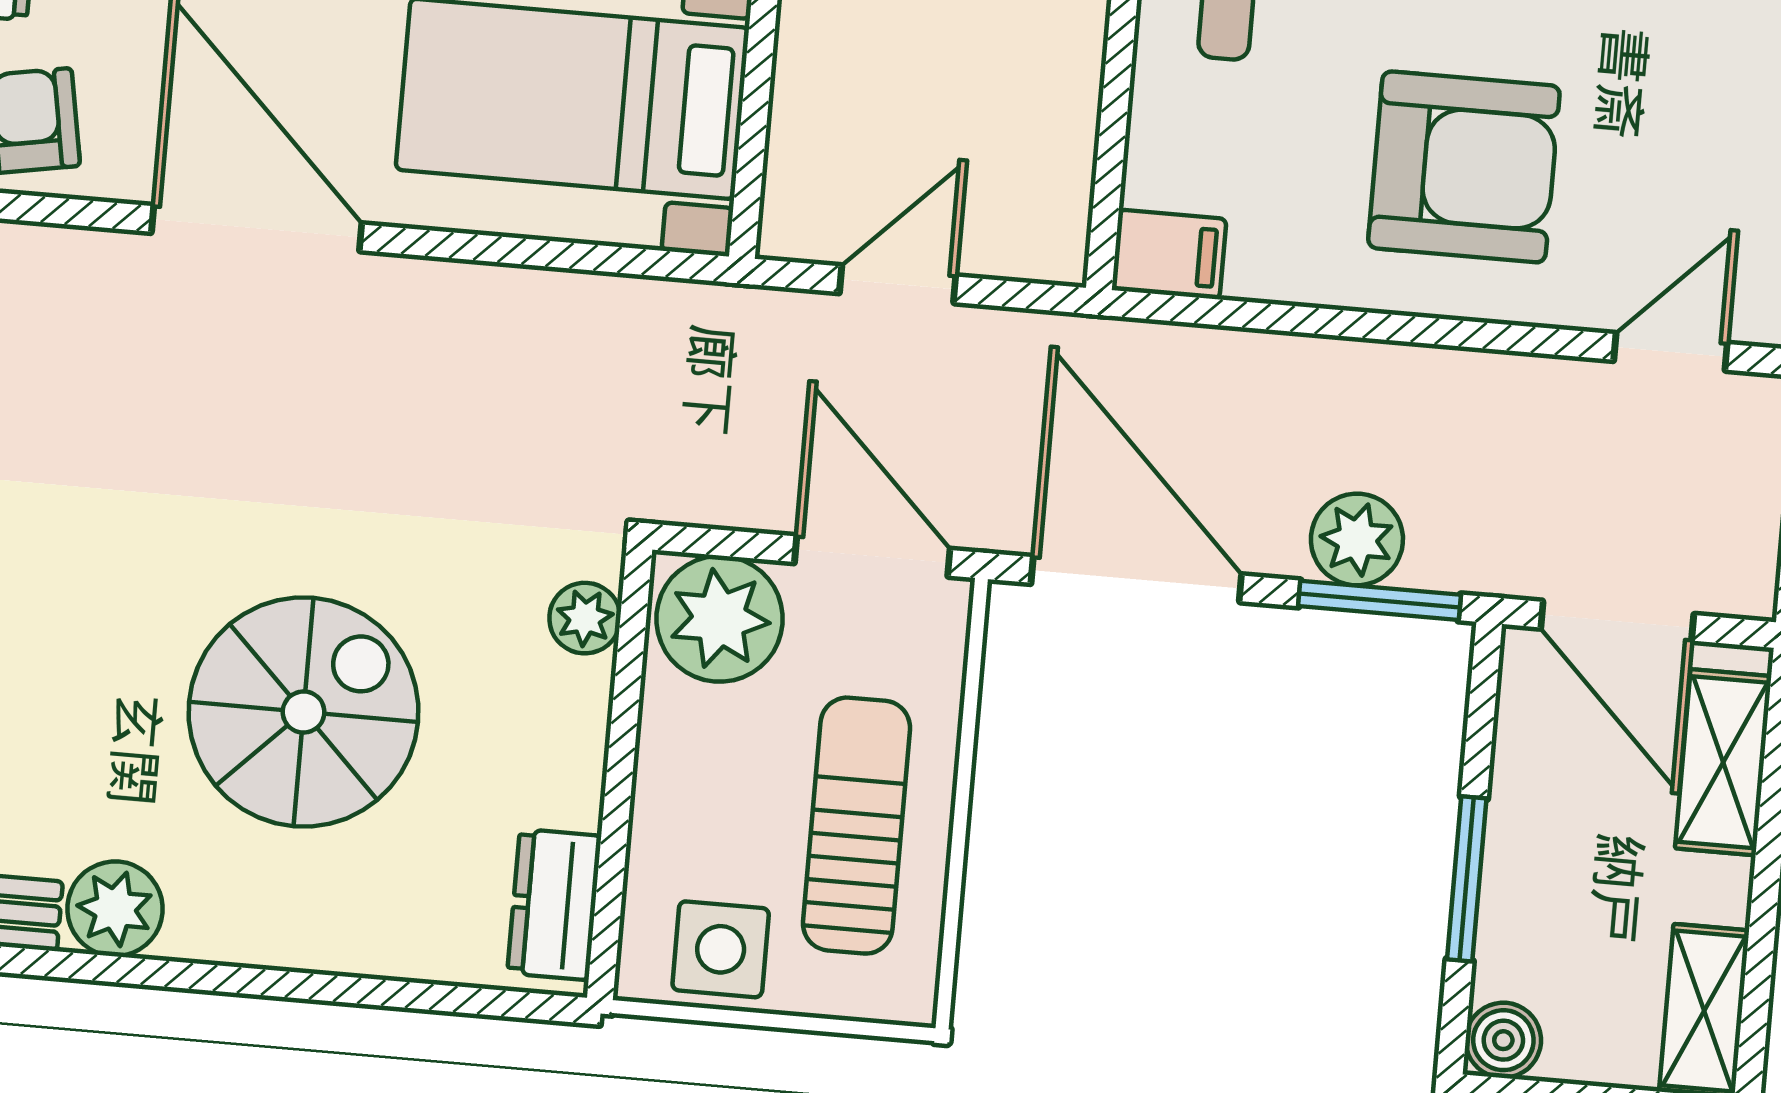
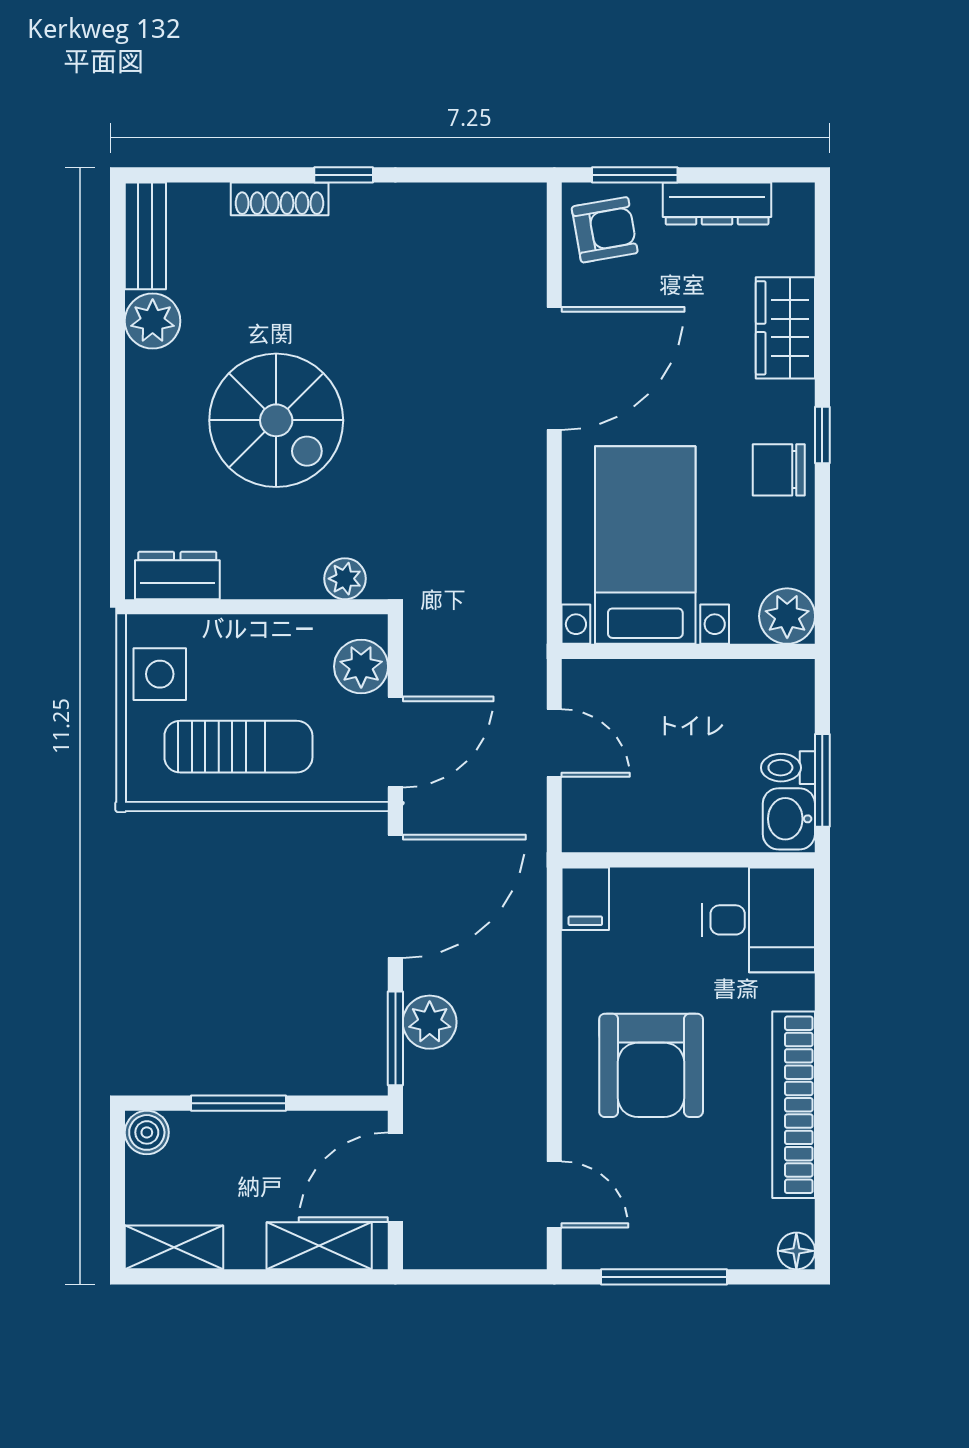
plant: (720, 619) -> (361, 667), width x0.73, depth x0.73

